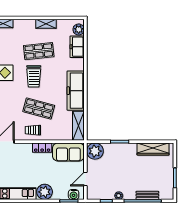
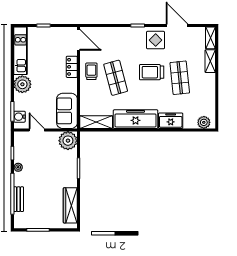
shelving: (46, 24) -> (210, 61), moved
freezer: (77, 47) -> (171, 121), moved
shop shelf: (39, 108) -> (116, 78), turned -30
locker: (42, 148) -> (72, 67), moved

